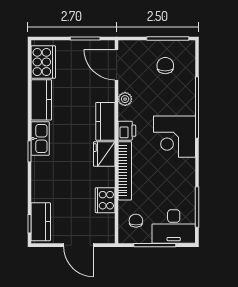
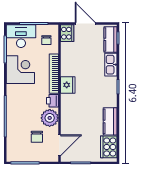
door: (117, 65) -> (59, 145), hinge flipped
chair: (165, 66) -> (37, 137), moved
plant: (125, 99) -> (50, 118), width x1.88, depth x1.88
kitchen counter: (105, 121) -> (67, 107), removed
corner desk: (174, 137) -> (20, 70), moved
kitchen sink: (40, 139) -> (111, 65), moved
cooker: (105, 200) -> (67, 33), moved

